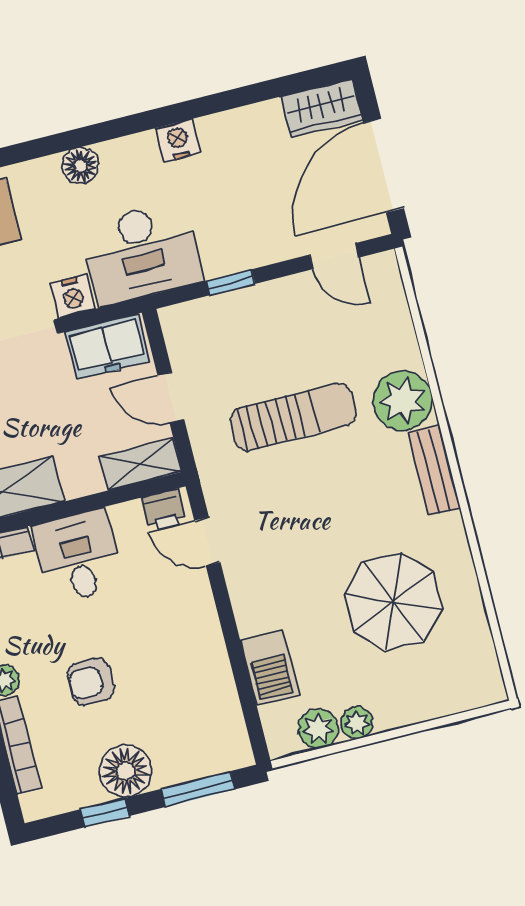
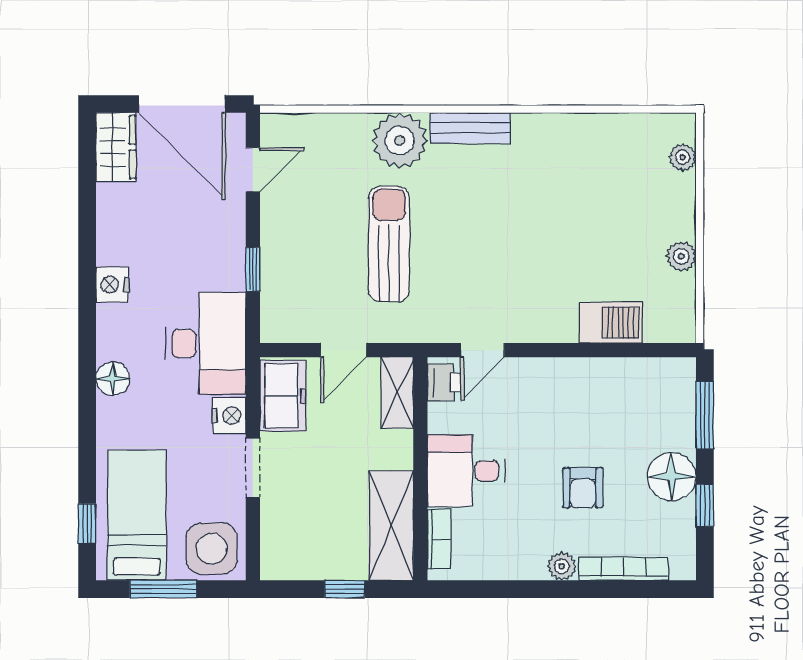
parasol: (393, 602) -> (580, 195), removed
plant: (318, 729) -> (683, 157), moved, width x0.73, depth x0.73

